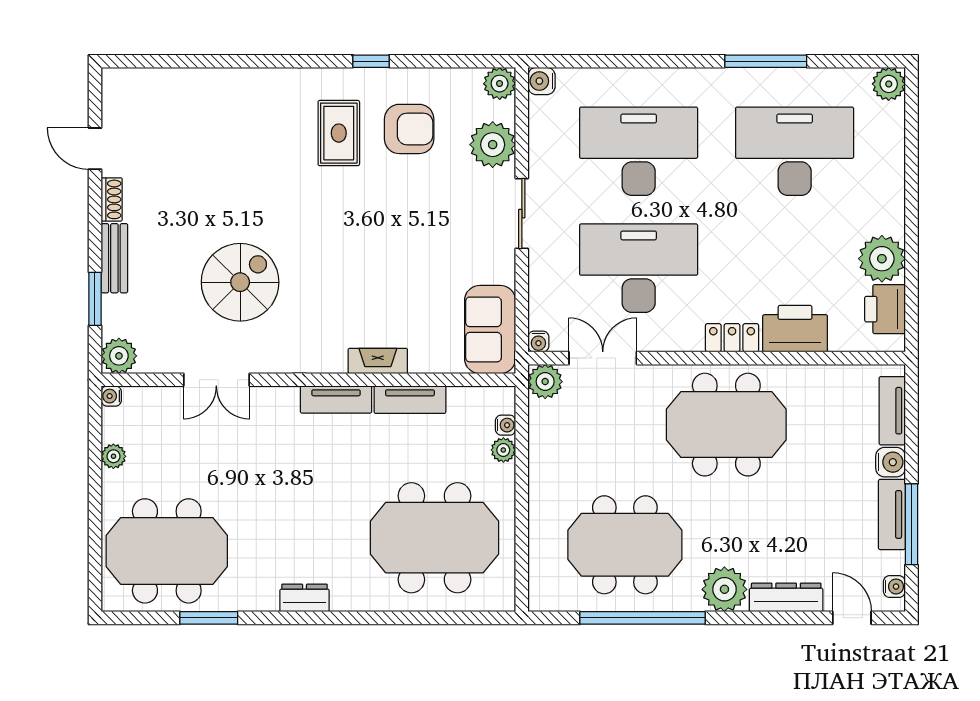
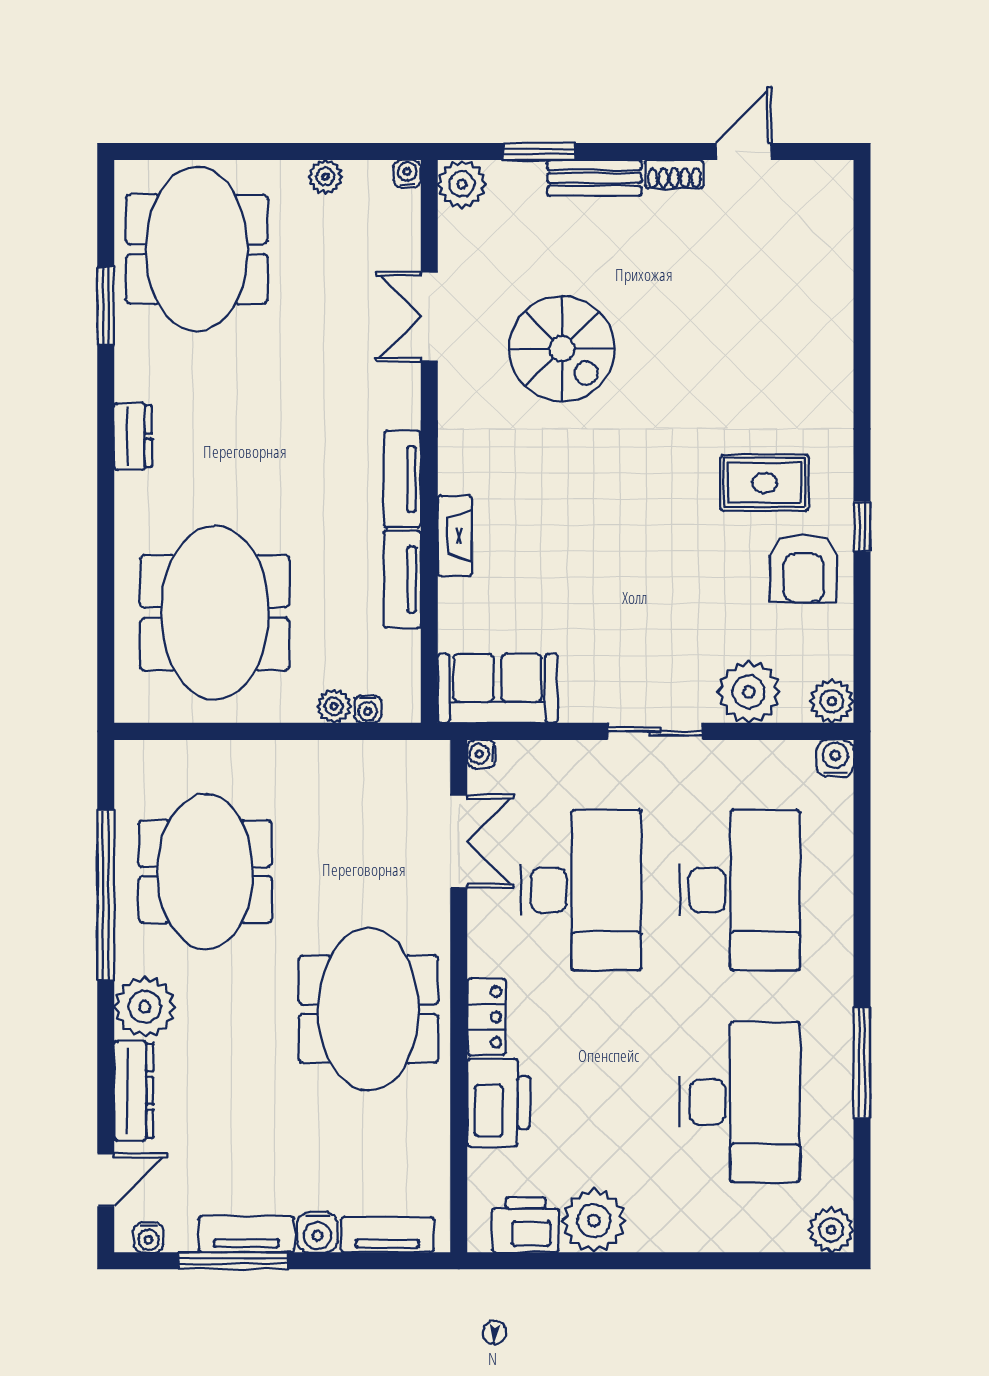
armchair: (409, 129) -> (804, 569), moved
plant: (545, 382) -> (427, 763), removed

